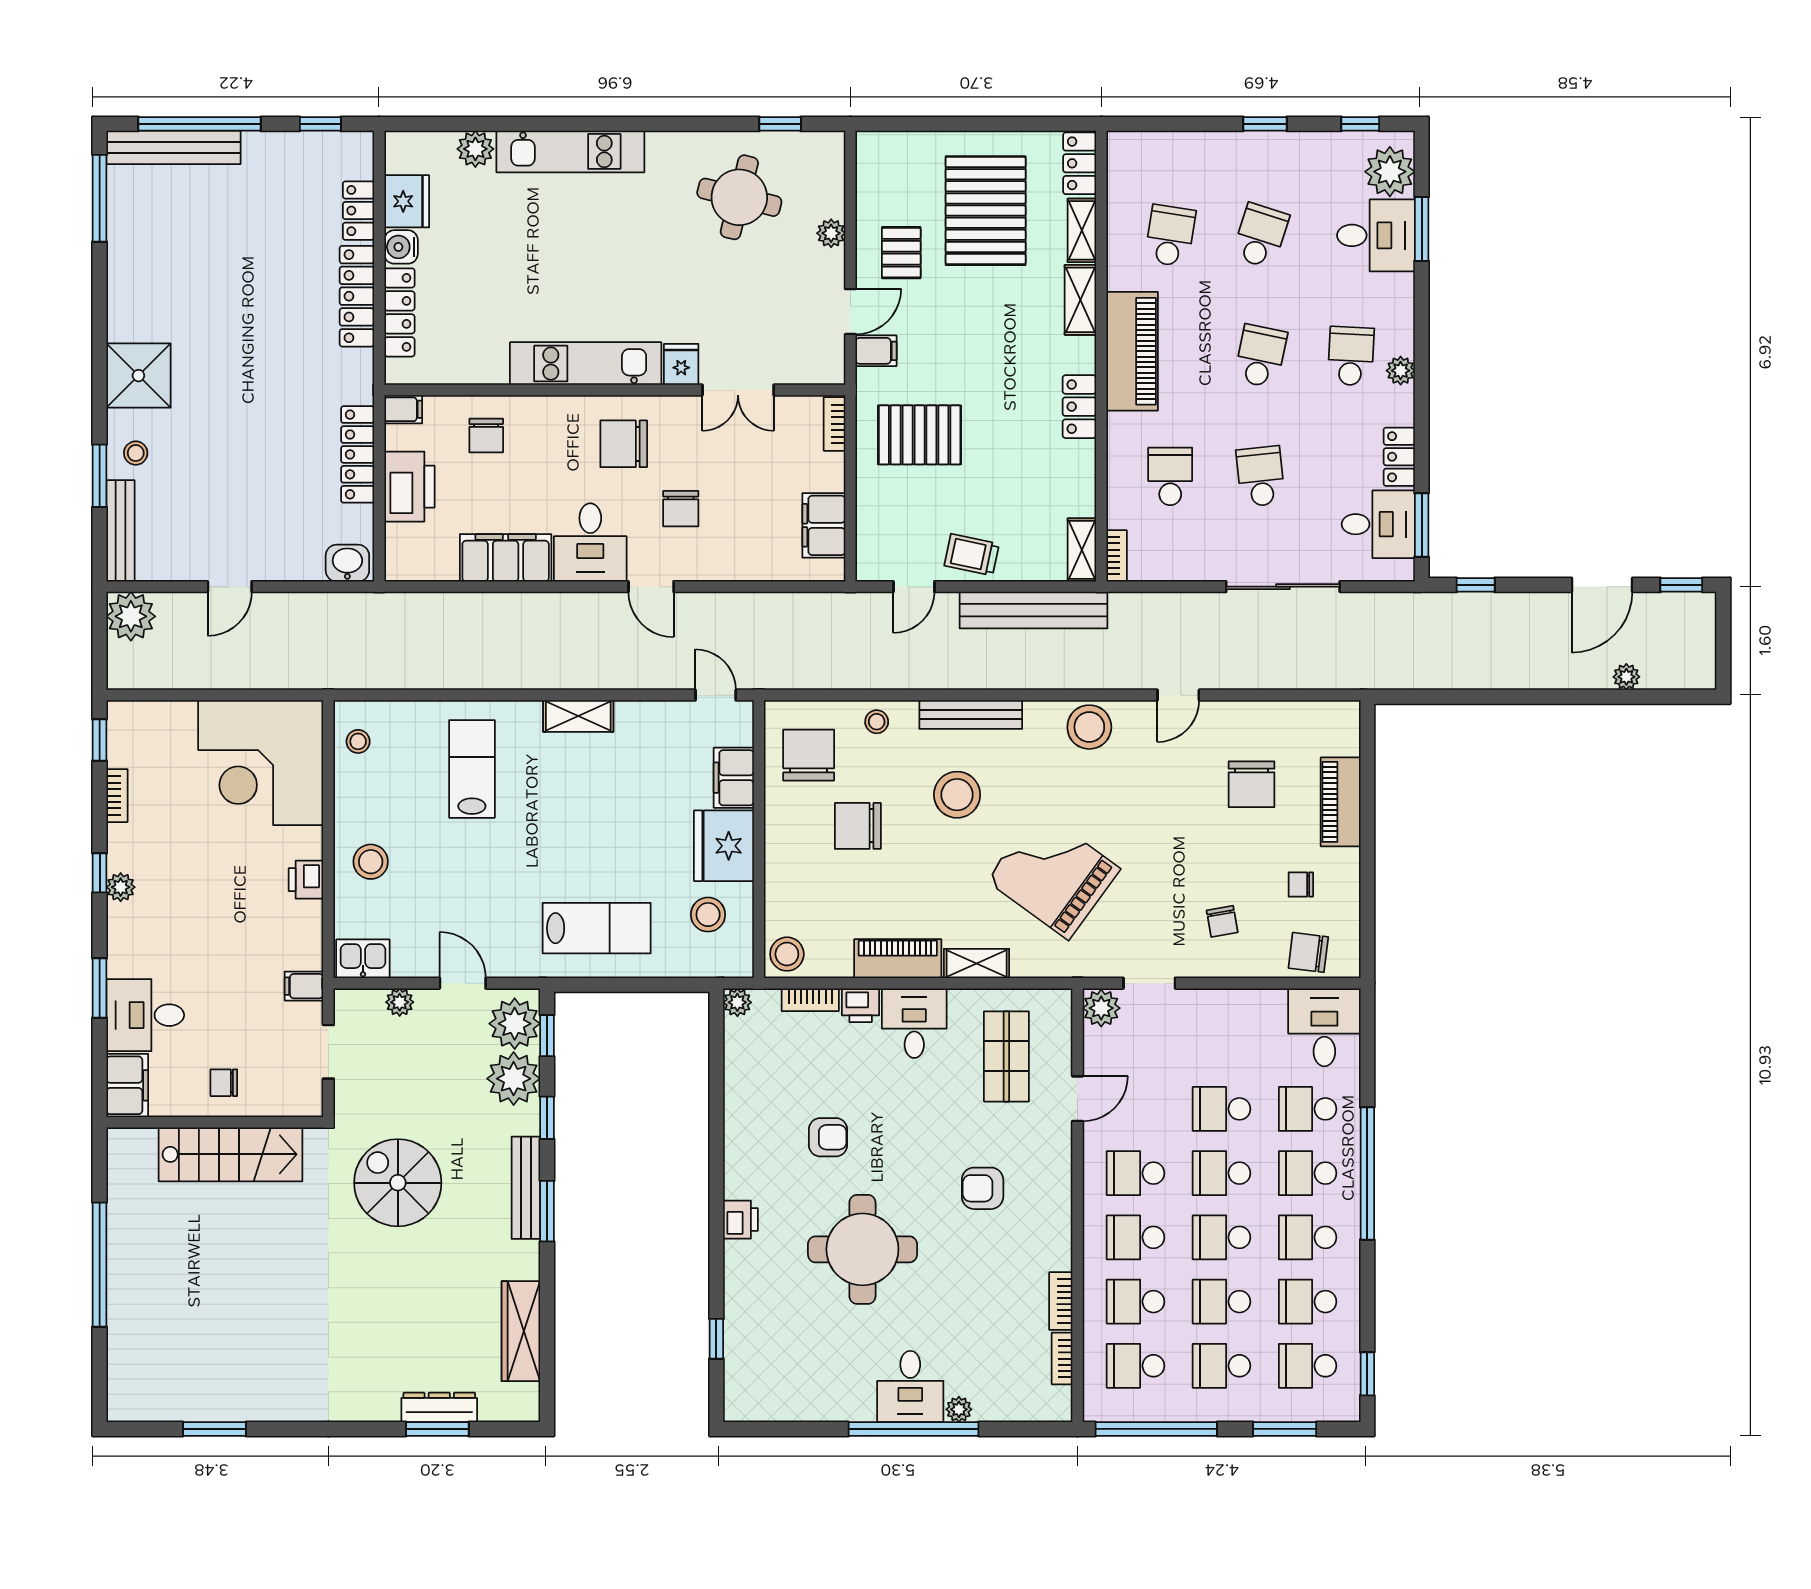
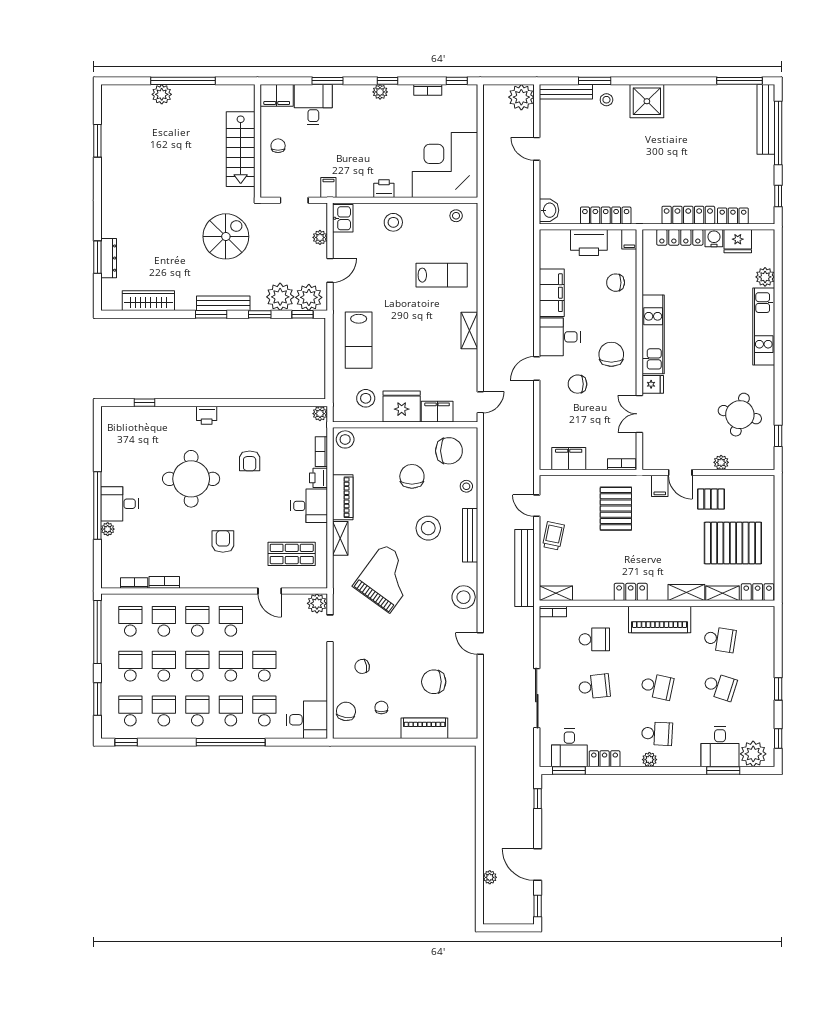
plant: (125, 1306) -> (162, 94), added

